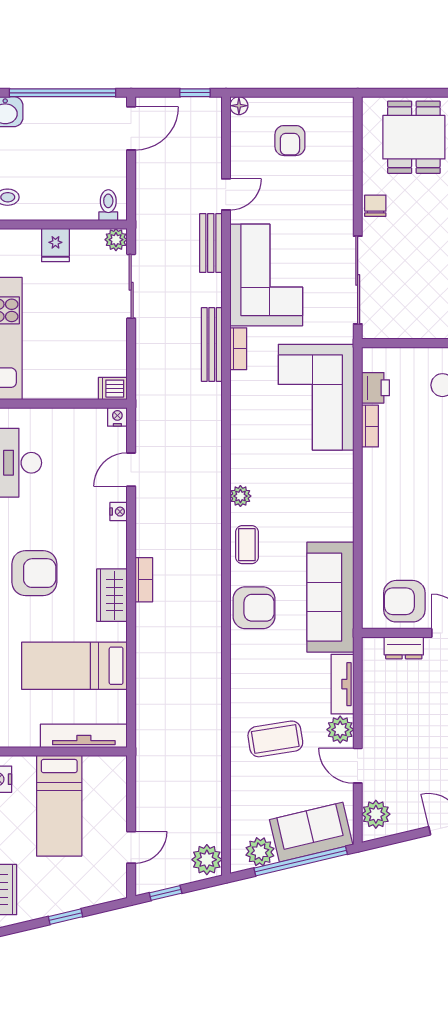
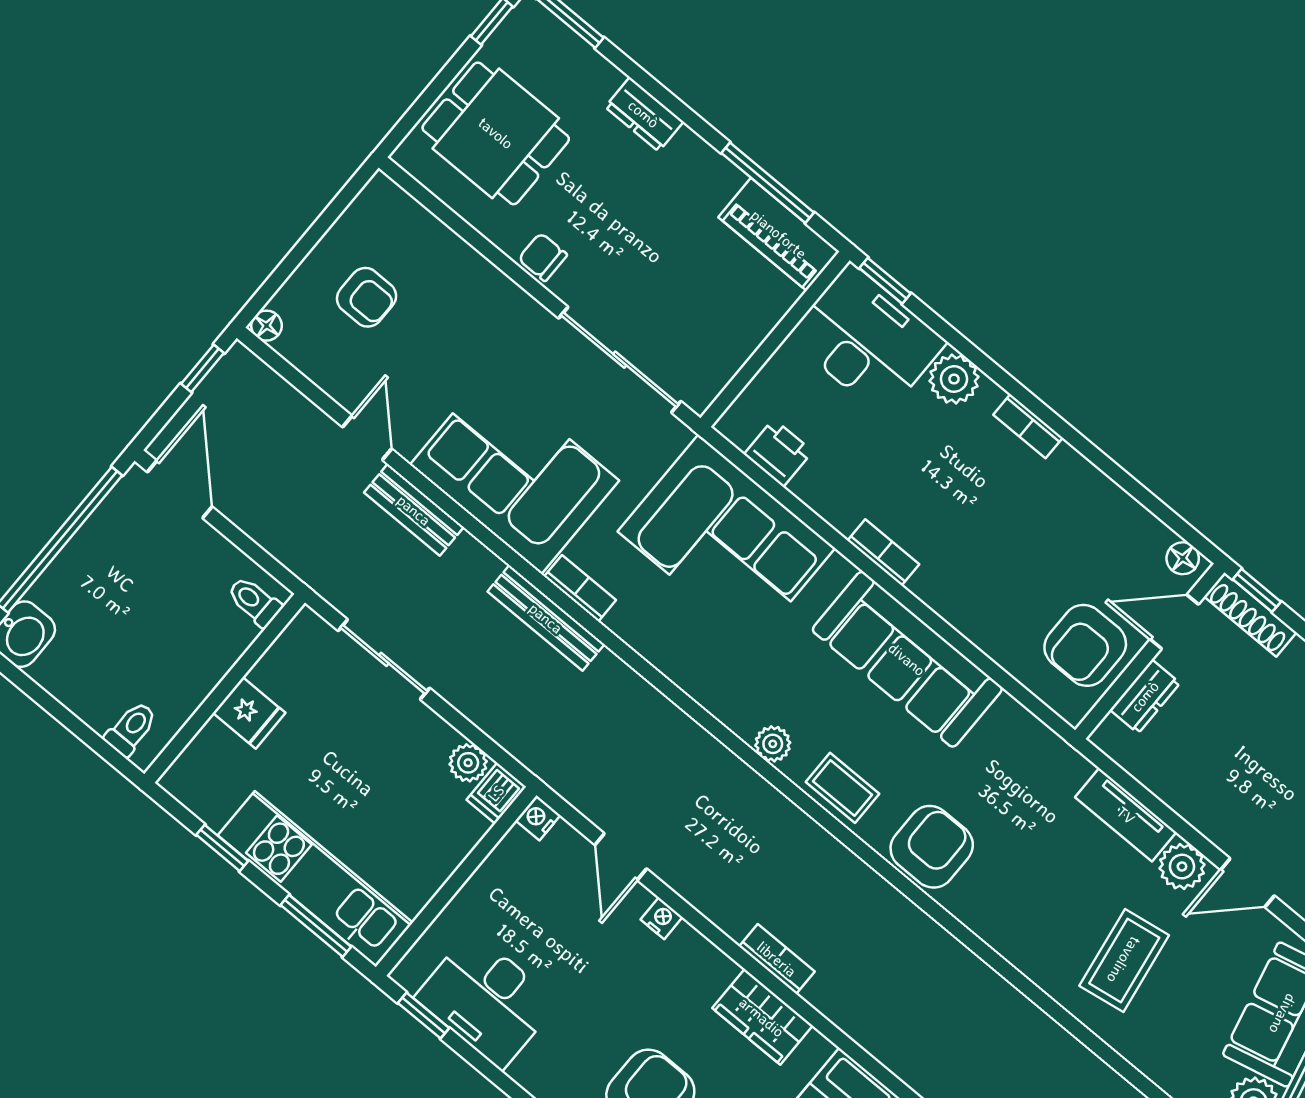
plant: (116, 240) -> (468, 763), moved
bookcase: (370, 426) -> (883, 552), moved
sofa: (330, 597) -> (907, 659), moved

